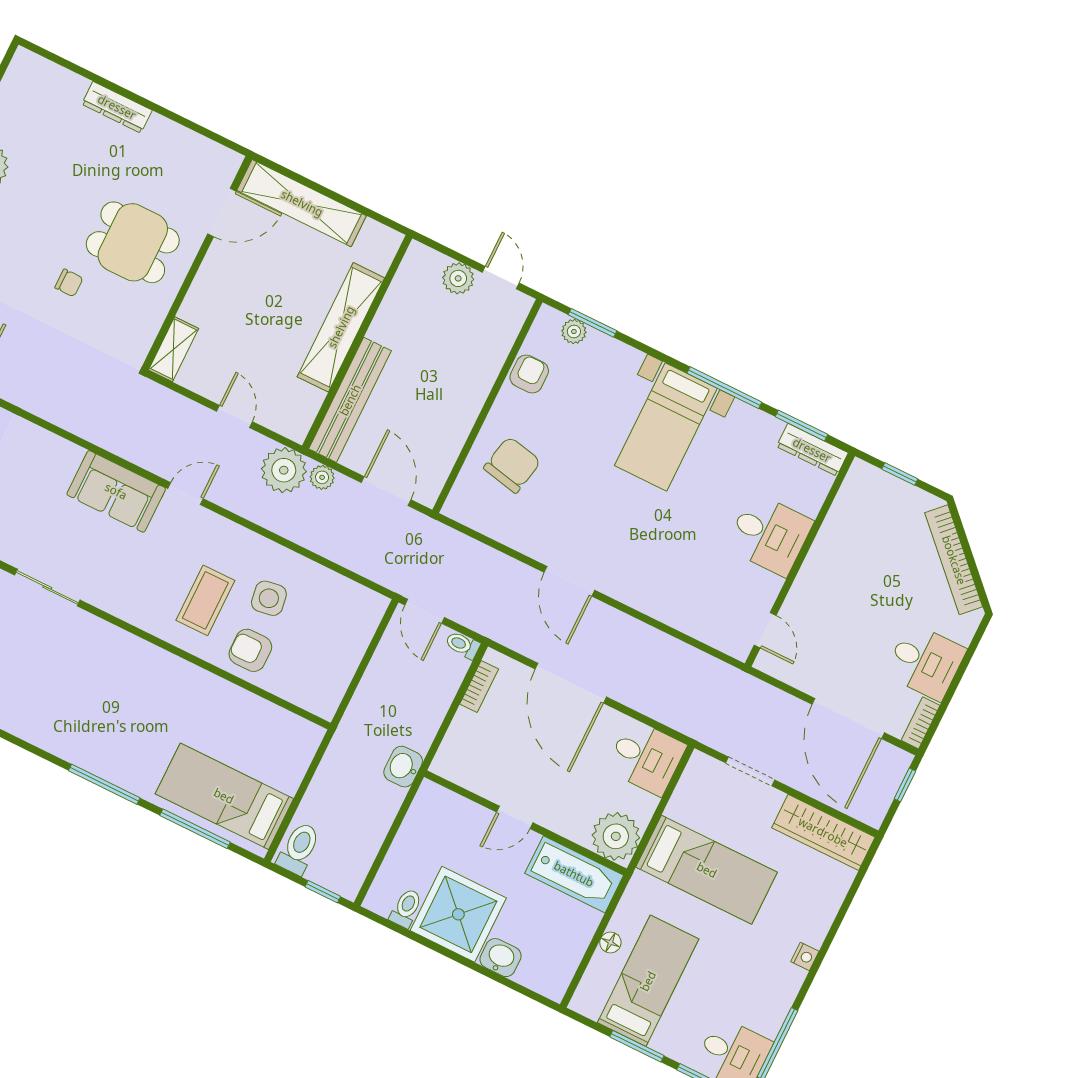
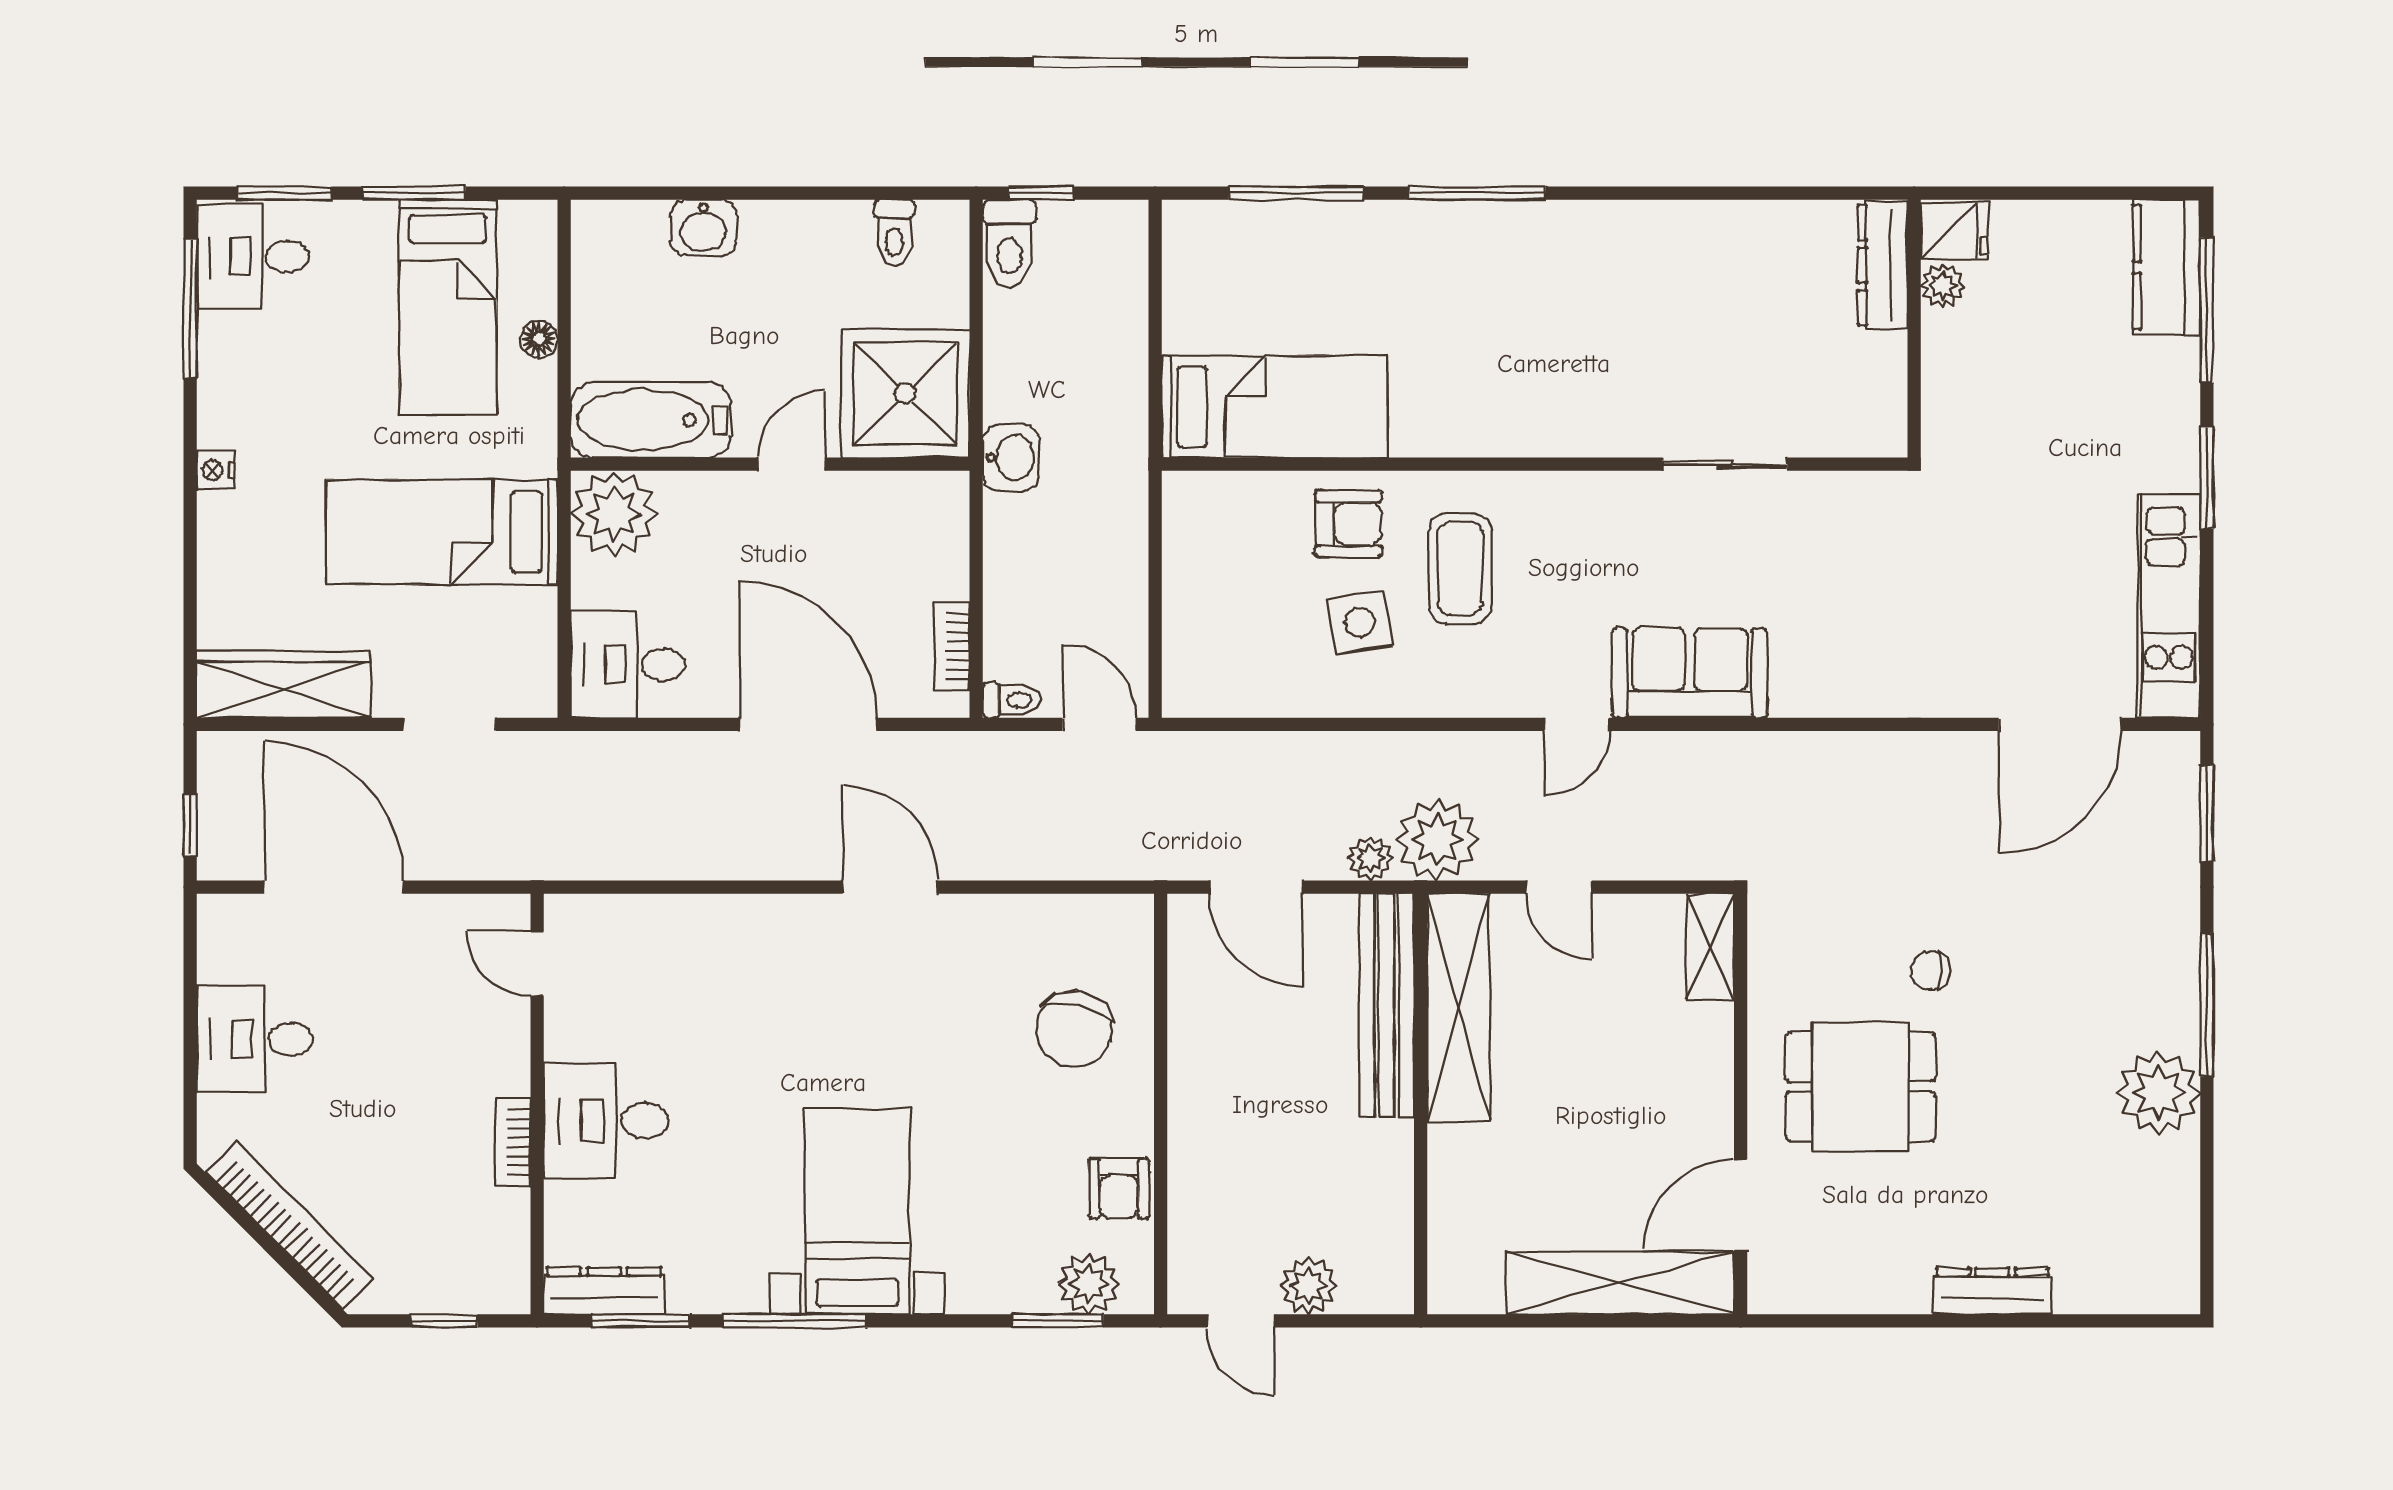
shelving: (341, 327) -> (1458, 1008), moved
plant: (574, 332) -> (1089, 1284), width x1.38, depth x1.38
bookcase: (921, 723) -> (513, 1142), moved, turned 180
bed: (224, 796) -> (1275, 407), moved
toilet: (299, 848) -> (1009, 244), moved
shower: (458, 914) -> (905, 393), moved

